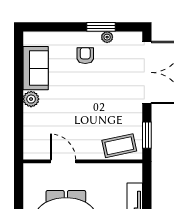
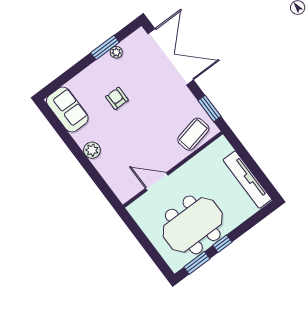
armchair: (85, 56) -> (117, 98), moved
sofa: (36, 68) -> (67, 110), moved

